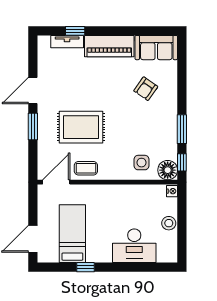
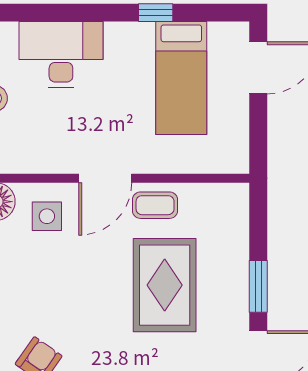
rug: (81, 127) -> (165, 285), turned 90
door: (56, 182) -> (105, 178), moved

